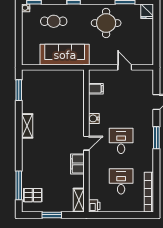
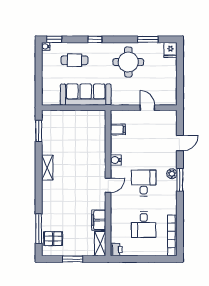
plant: (149, 132) -> (172, 174), added
filing cabinet: (77, 164) -> (99, 220), moved
desk: (121, 181) -> (144, 225), turned 180

